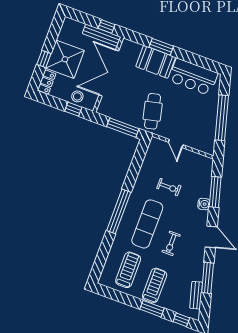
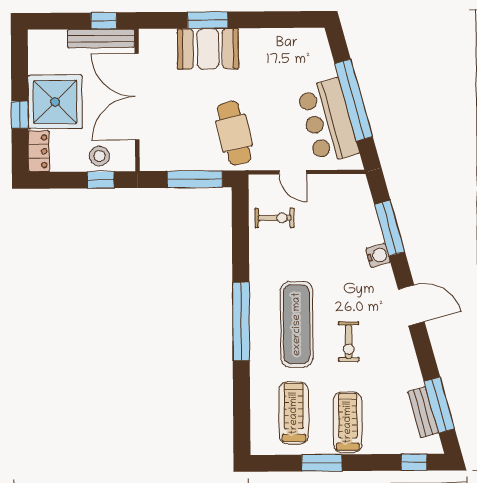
bar counter: (193, 77) -> (328, 121), moved, turned 75
exercise bike: (169, 187) -> (275, 218), moved
window: (208, 278) -> (439, 405), moved
window: (152, 309) -> (322, 463), moved

